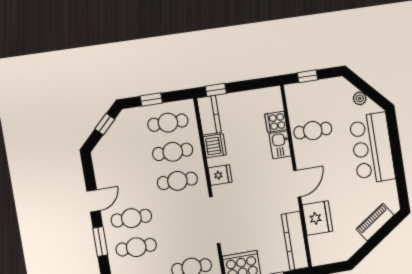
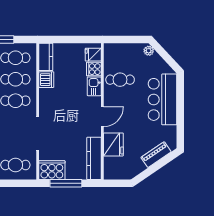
window: (307, 76) -> (122, 39), removed
window: (216, 90) -> (54, 39), removed
plant: (360, 98) -> (149, 51), moved
fridge: (220, 175) -> (93, 55), moved, turned 180

